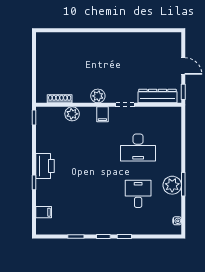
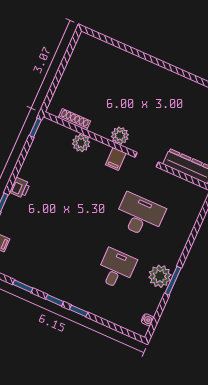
desk: (138, 148) -> (140, 215), turned 180
printer: (45, 166) -> (20, 188), width x0.53, depth x0.68

